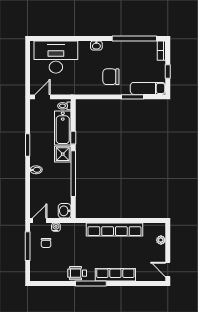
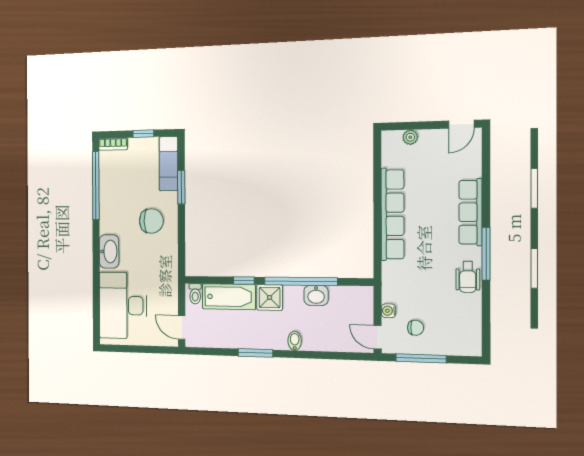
washbasin: (96, 45) -> (109, 251), width x1.91, depth x1.45
chair: (111, 77) -> (151, 221), turned -90
washbasin: (65, 211) -> (316, 295), moved

